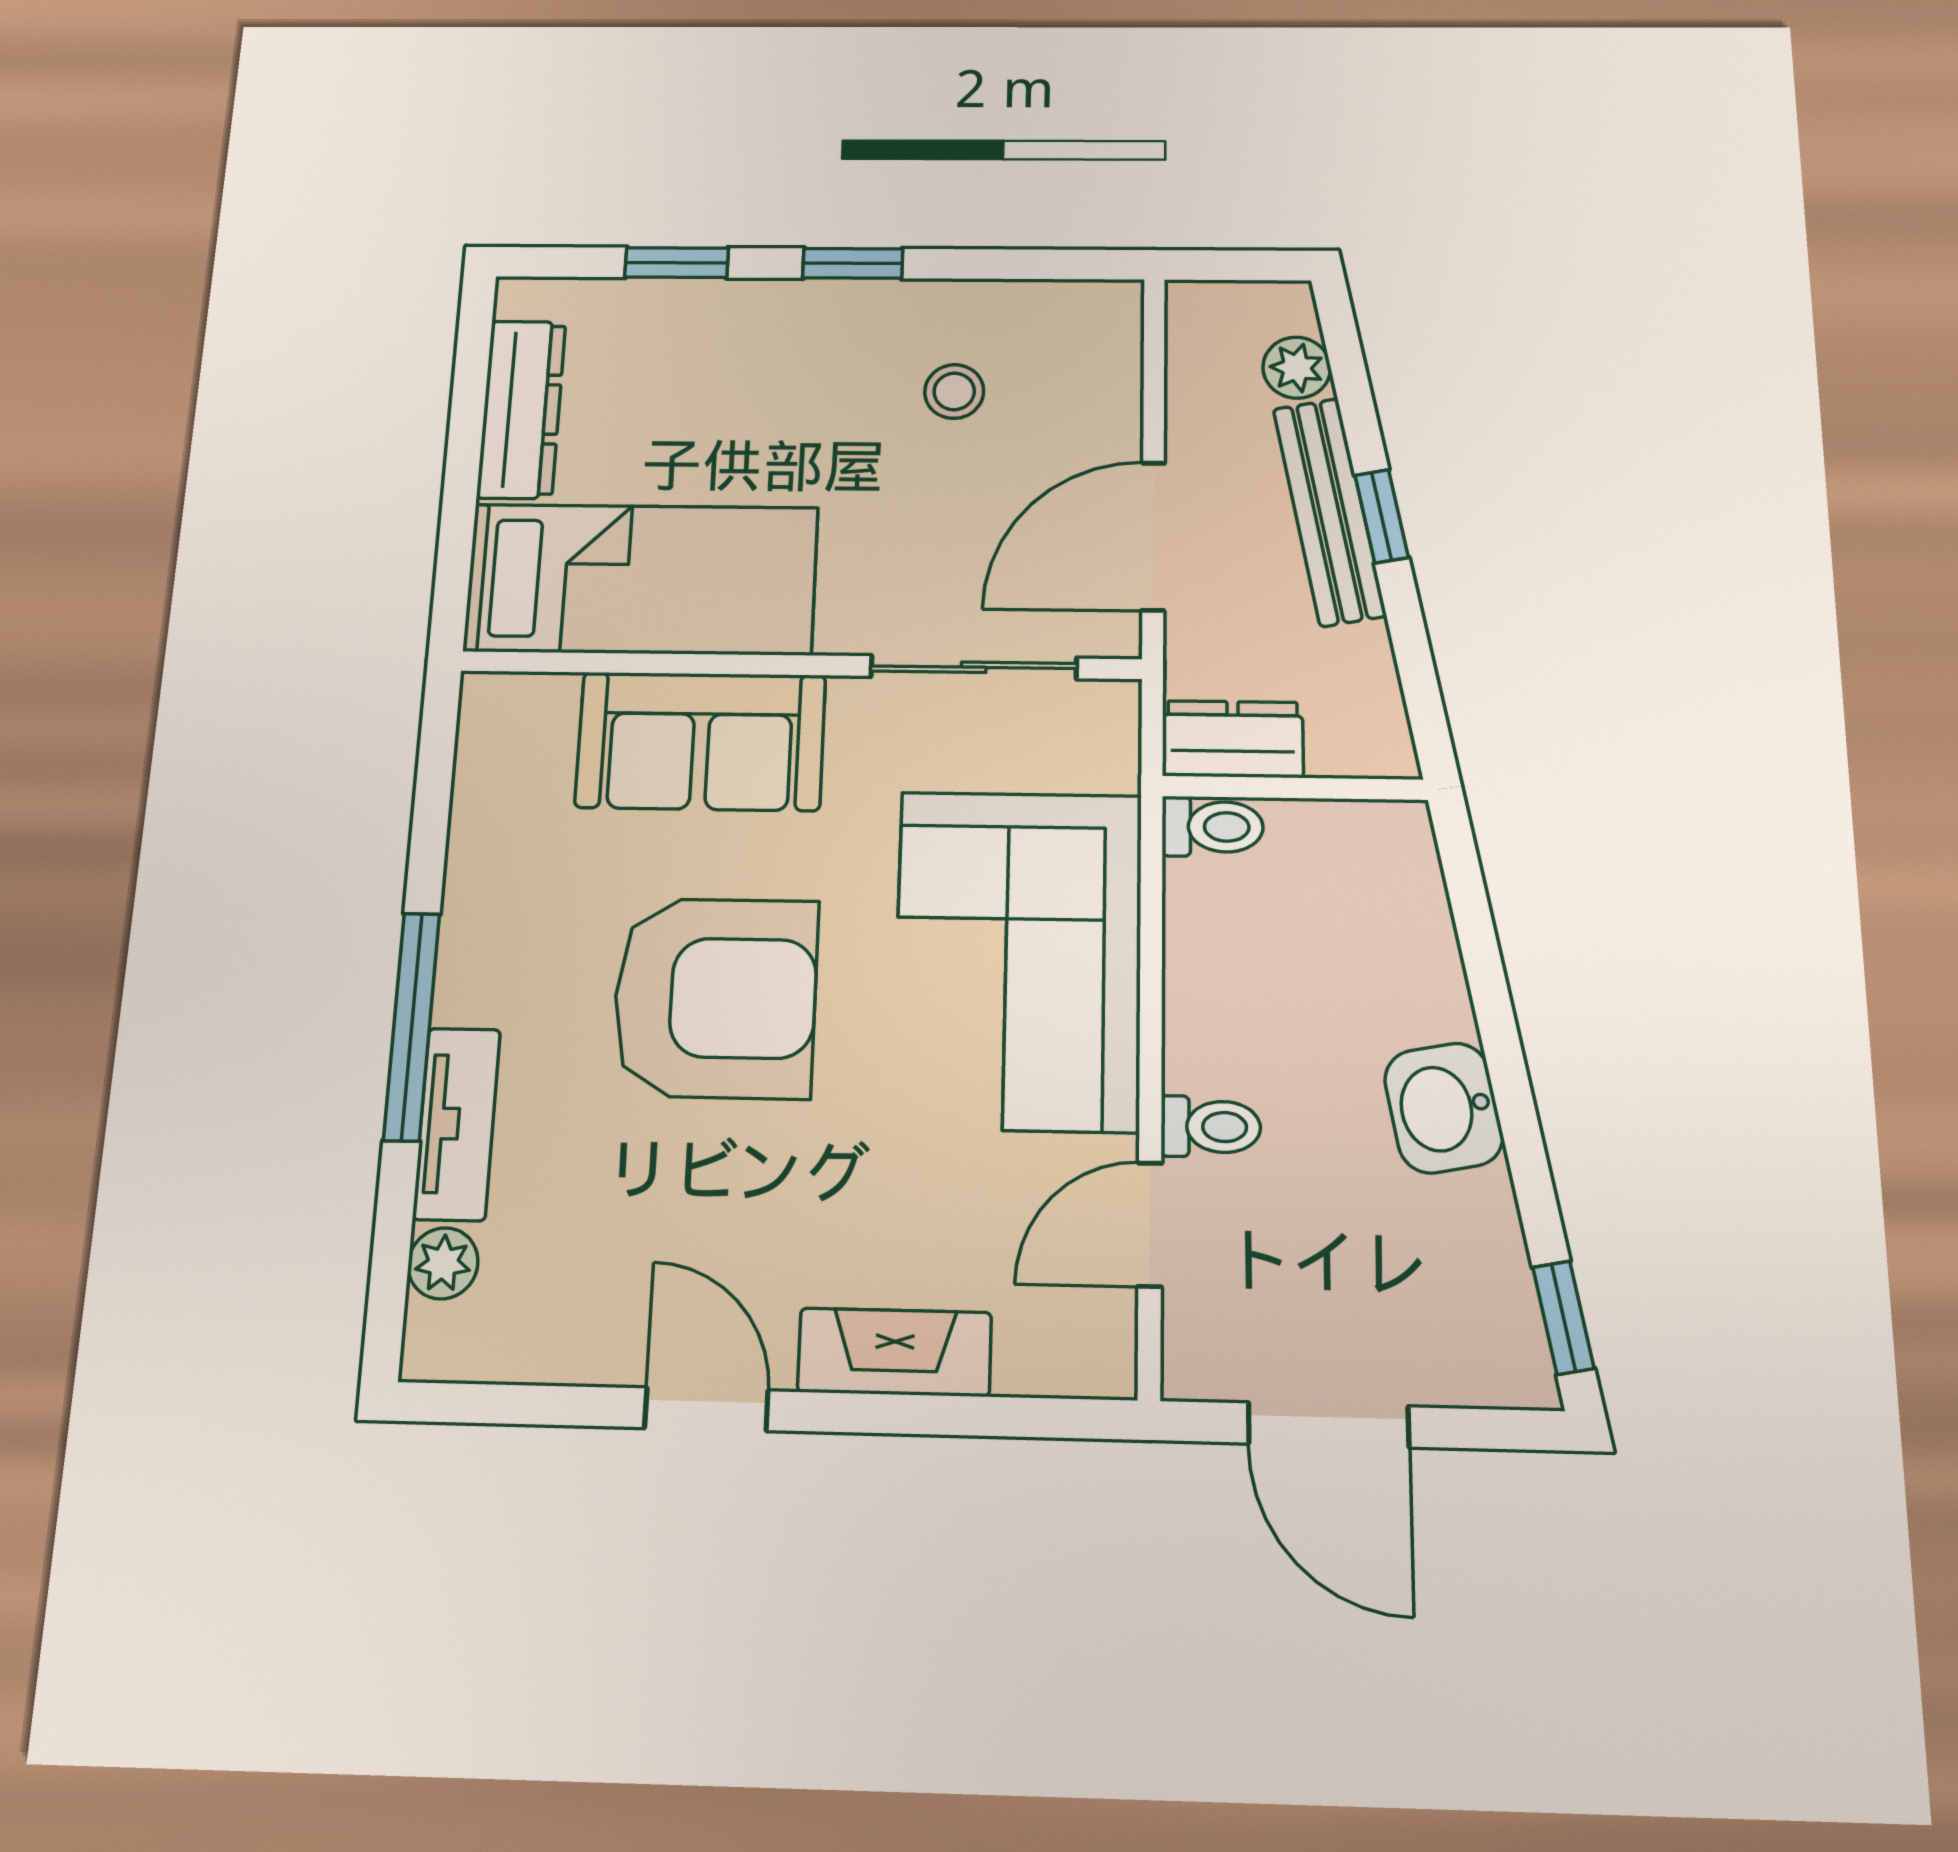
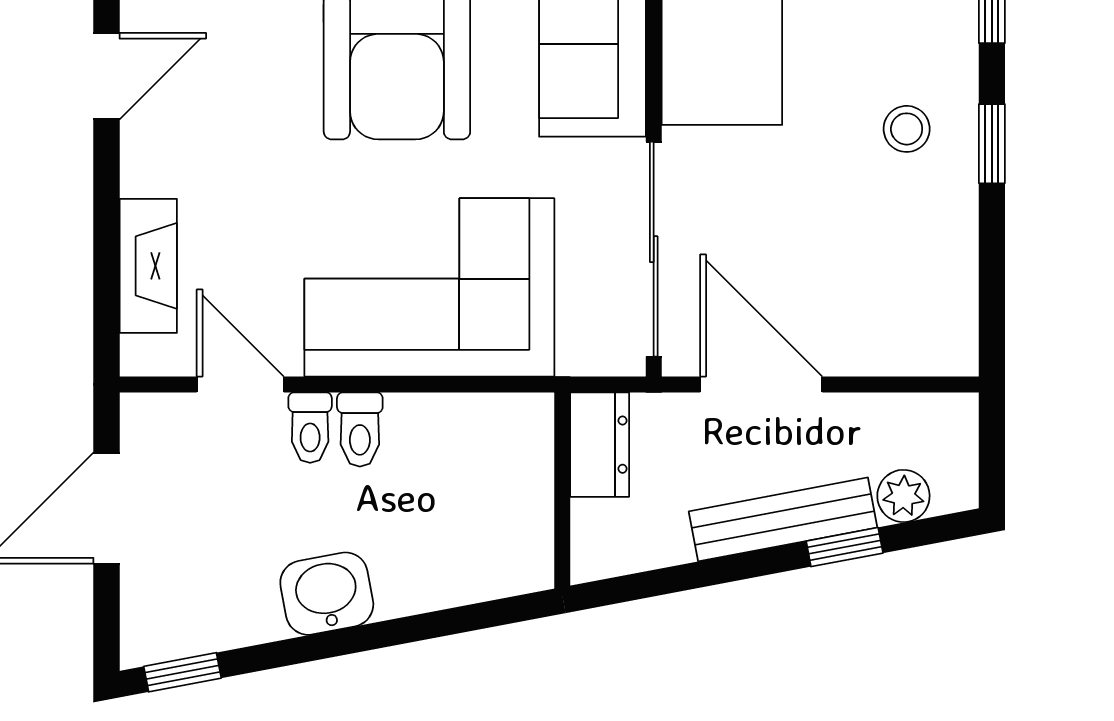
stool: (954, 391) -> (907, 129), moved
window: (1382, 516) -> (845, 547), moved
sliding door: (974, 667) -> (654, 249), width x1.37
toilet: (1213, 827) -> (360, 429), moved
fireplace: (895, 1352) -> (148, 266), moved

